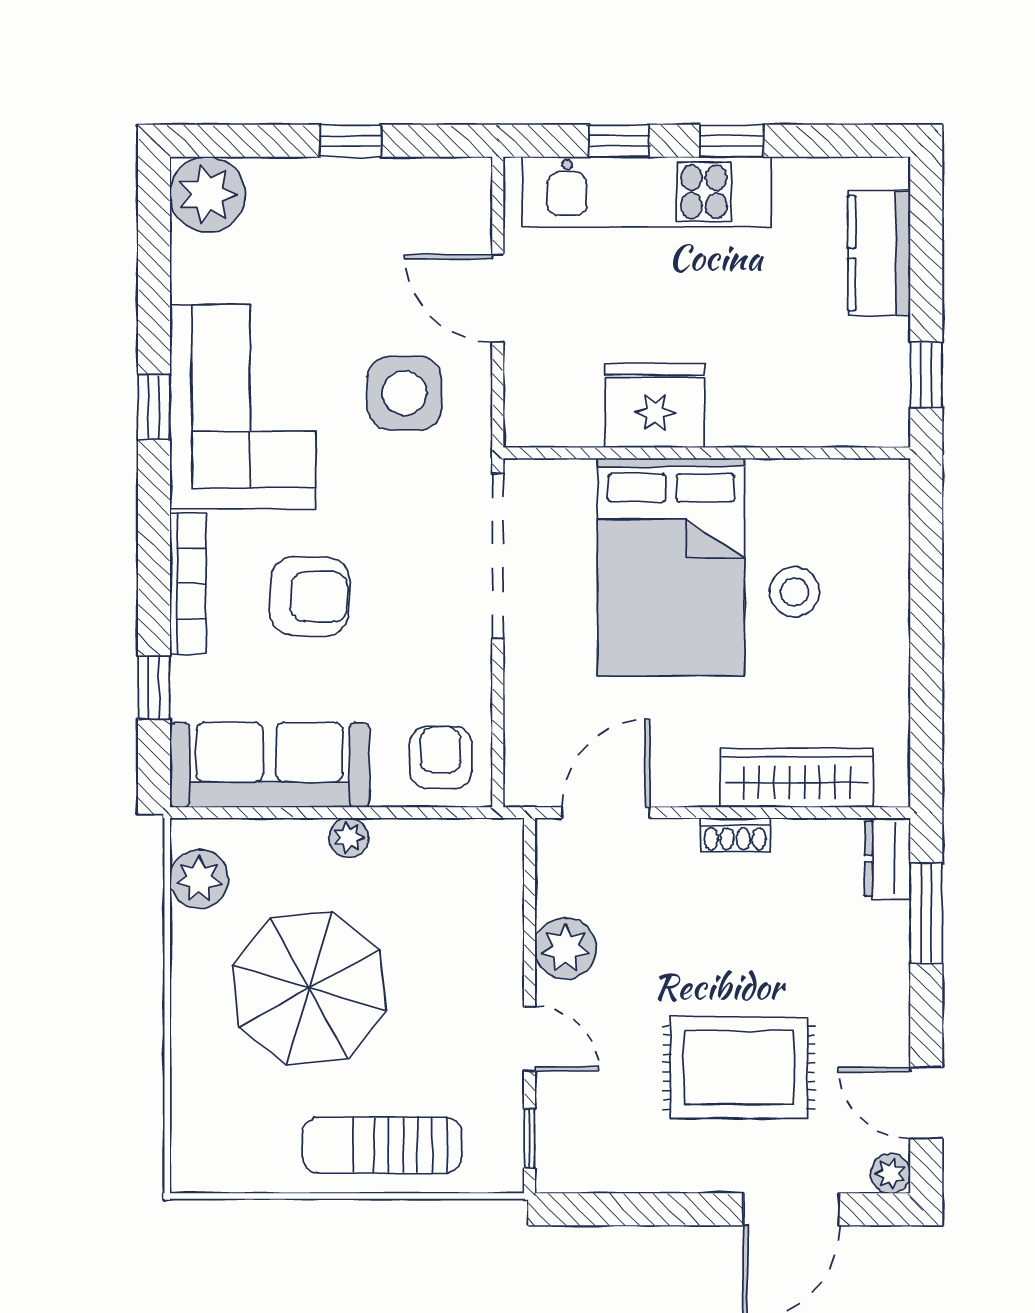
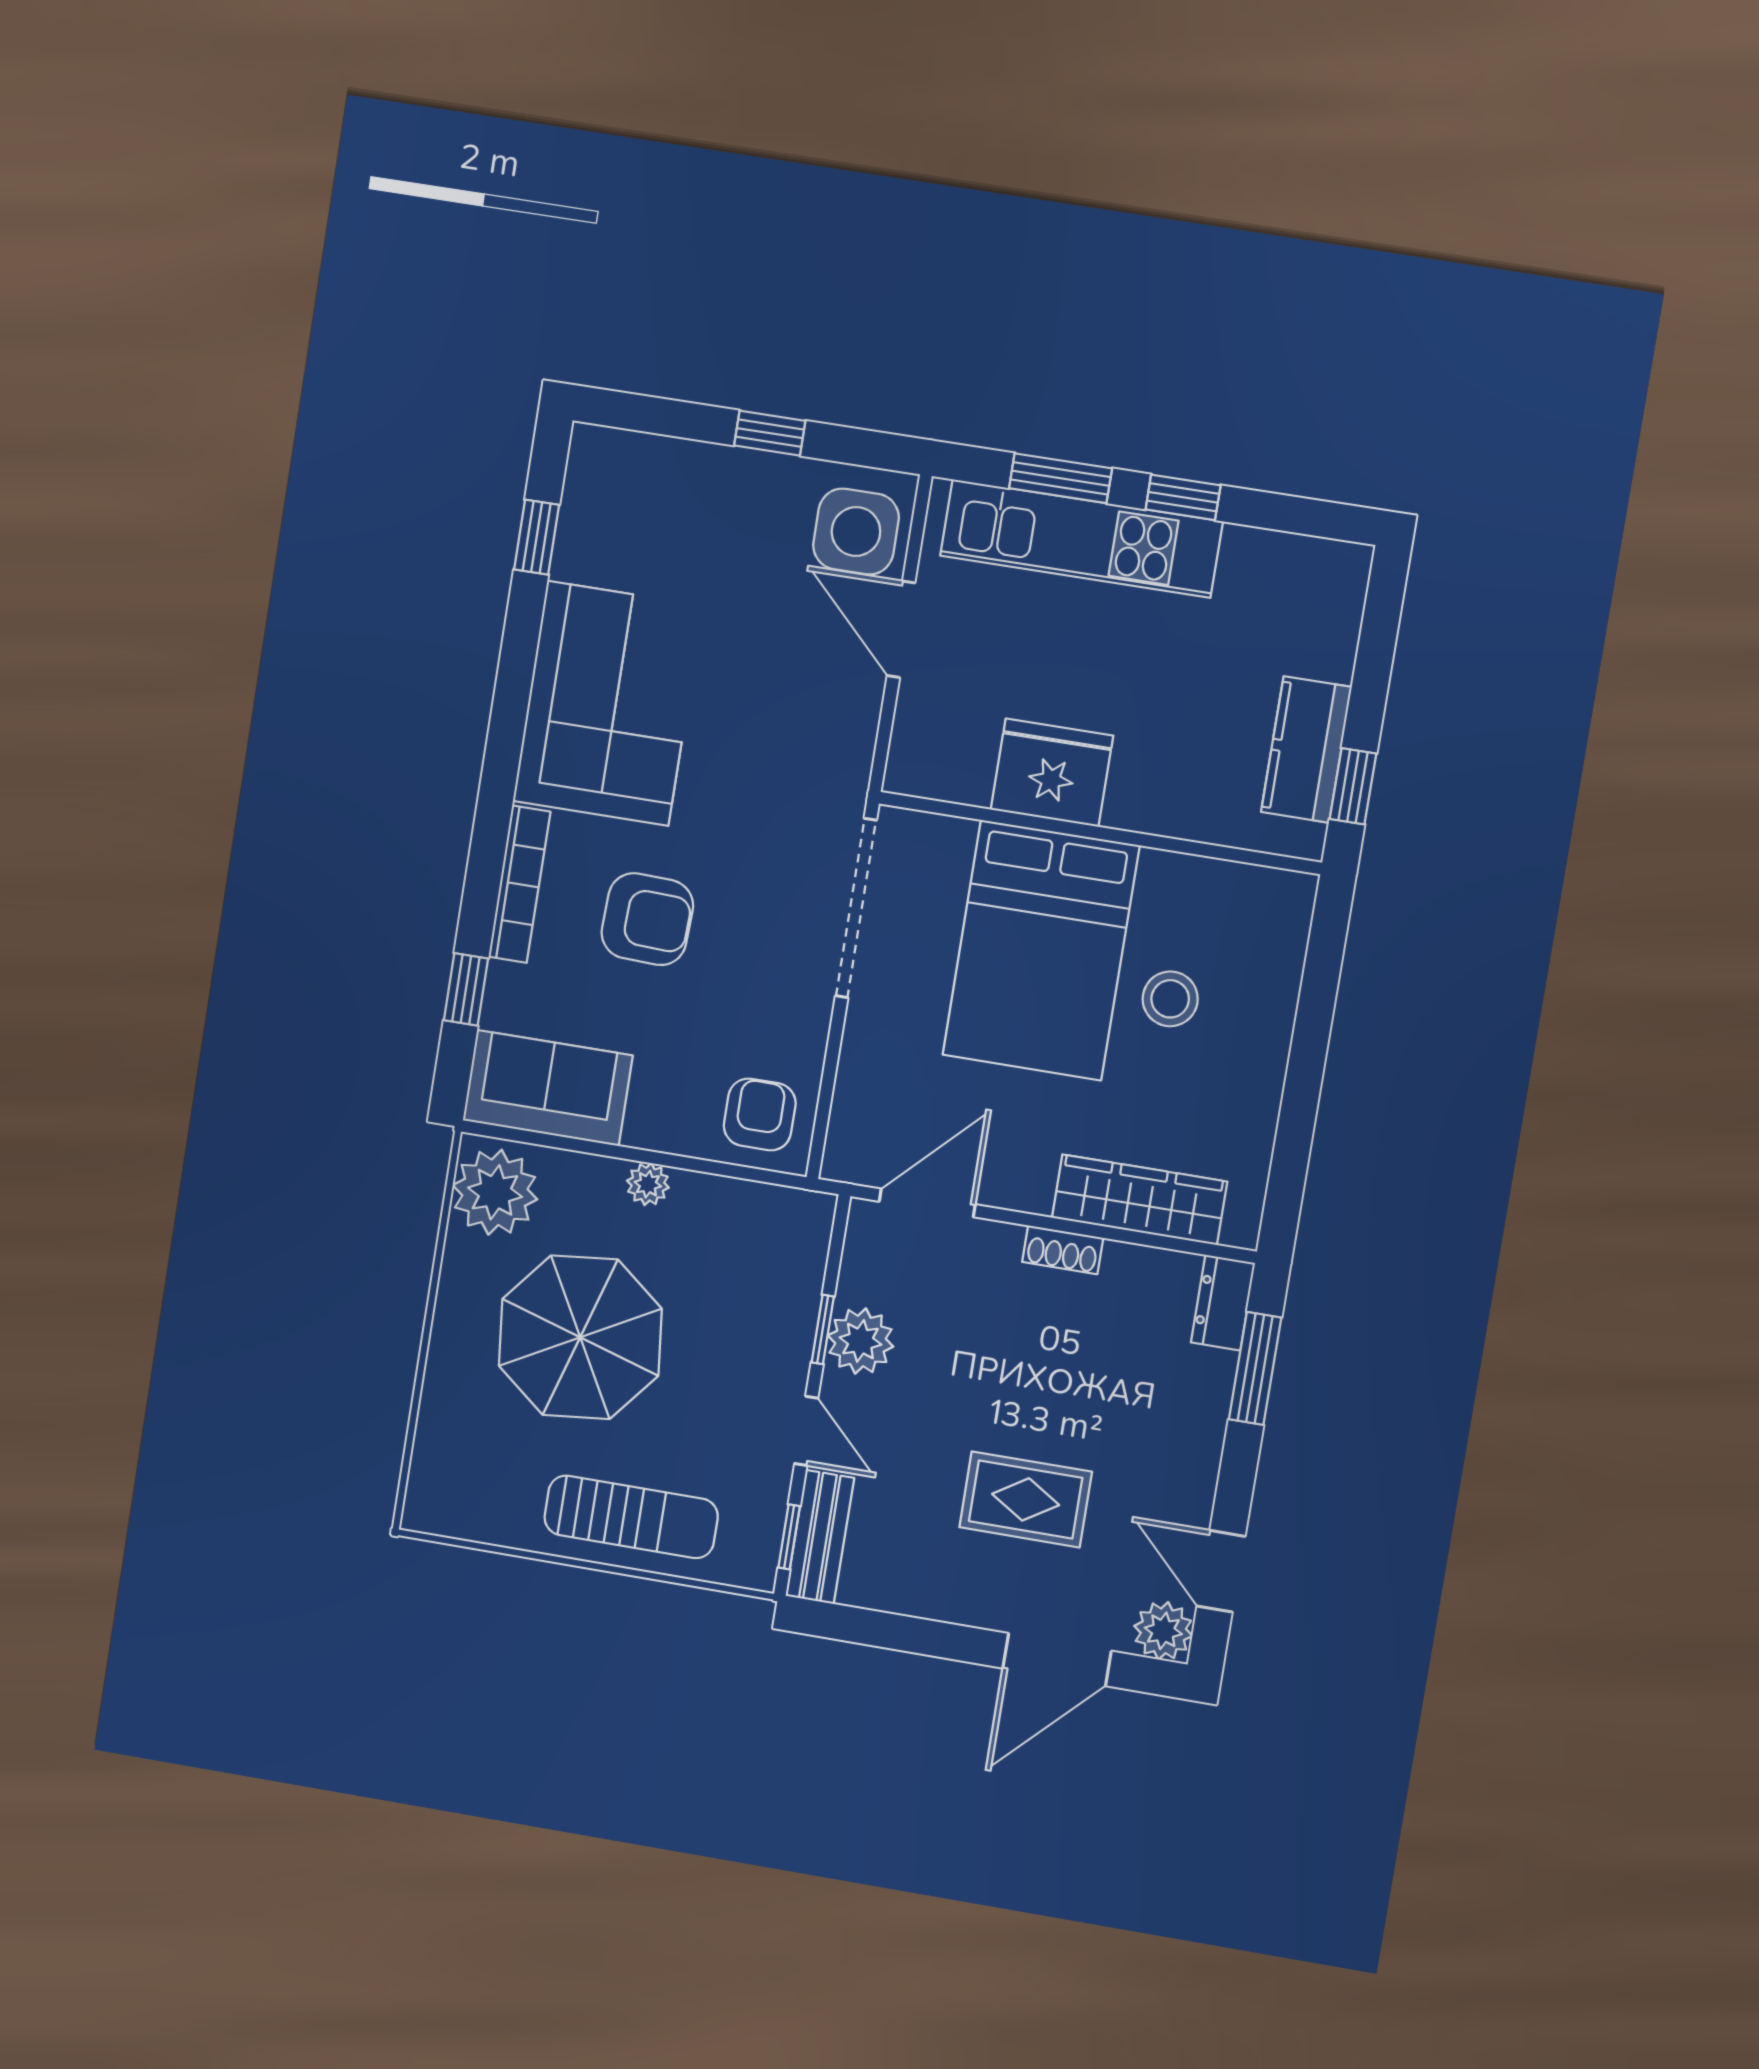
window: (619, 141) -> (1061, 478), width x1.50
plant: (208, 195) -> (607, 468), removed
kitchen counter: (879, 253) -> (1306, 750), moved
side table: (404, 393) -> (856, 532), moved
window: (154, 407) -> (537, 537), moved
sofa: (270, 765) -> (548, 1088), width x0.73
plant: (199, 879) -> (495, 1192), width x1.36, depth x1.36
window: (529, 944) -> (823, 1330), added
rug: (739, 1068) -> (1026, 1499), width x0.73, depth x0.70
bench: (557, 1134) -> (820, 1537), added
sun lounger: (382, 1145) -> (631, 1517), turned 180
plant: (891, 1174) -> (1163, 1631), width x1.38, depth x1.38

